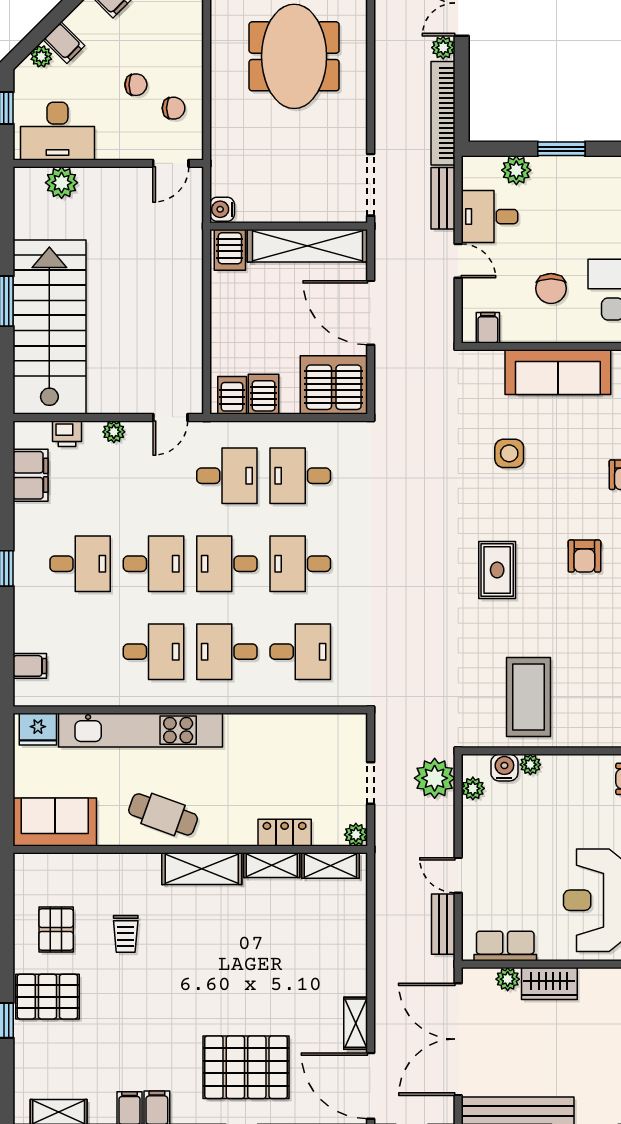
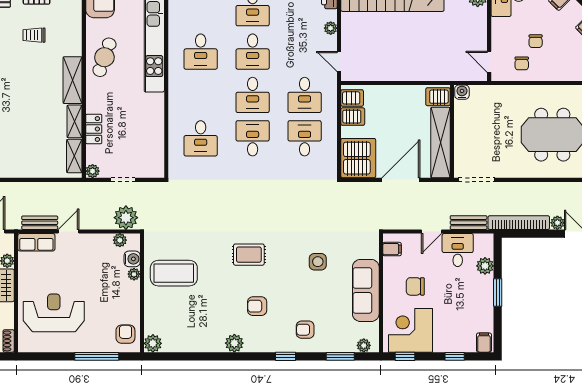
desk: (227, 564) -> (253, 95), turned 180
desk: (227, 652) -> (201, 95), removed
row of seats: (505, 946) -> (36, 242), moved, turned 90

